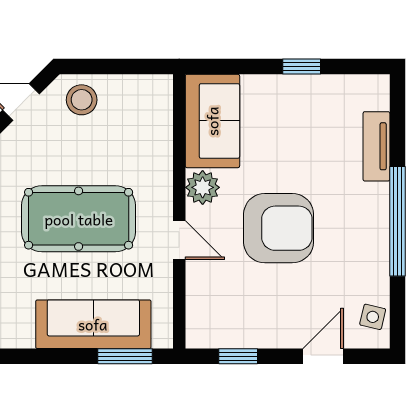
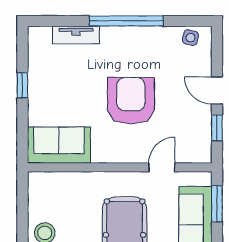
plant: (203, 187) -> (104, 152), removed
door: (179, 240) -> (162, 167), moved
door: (323, 356) -> (217, 91), moved

